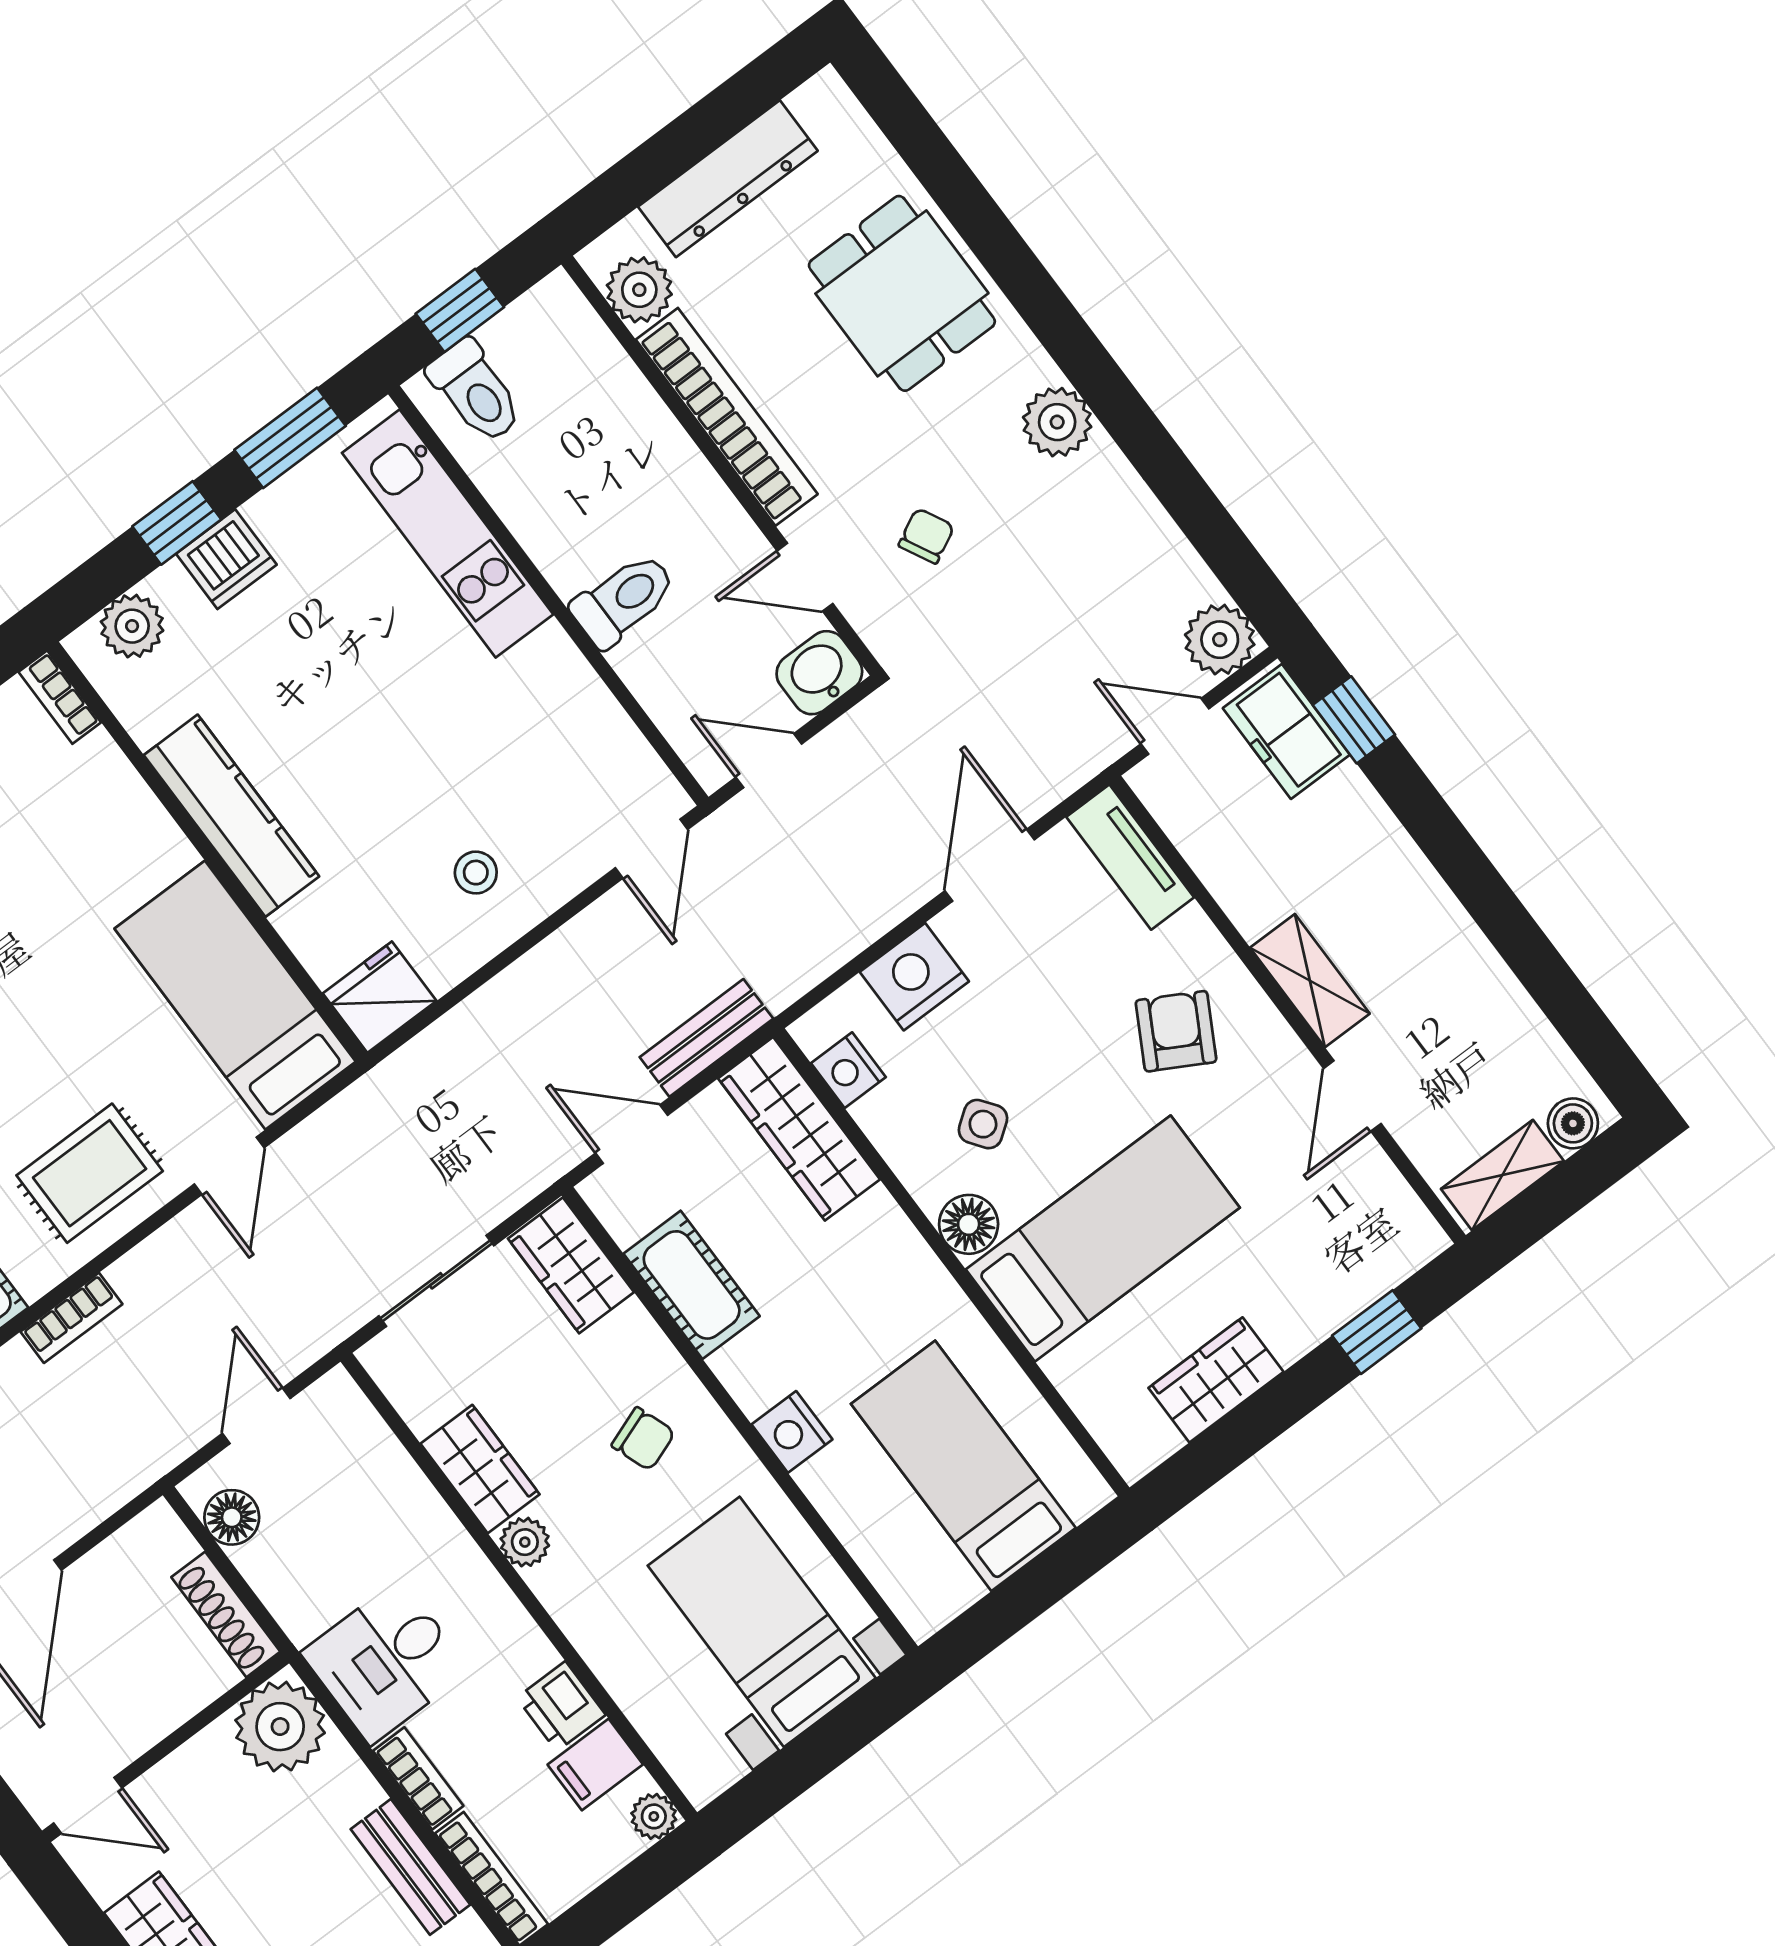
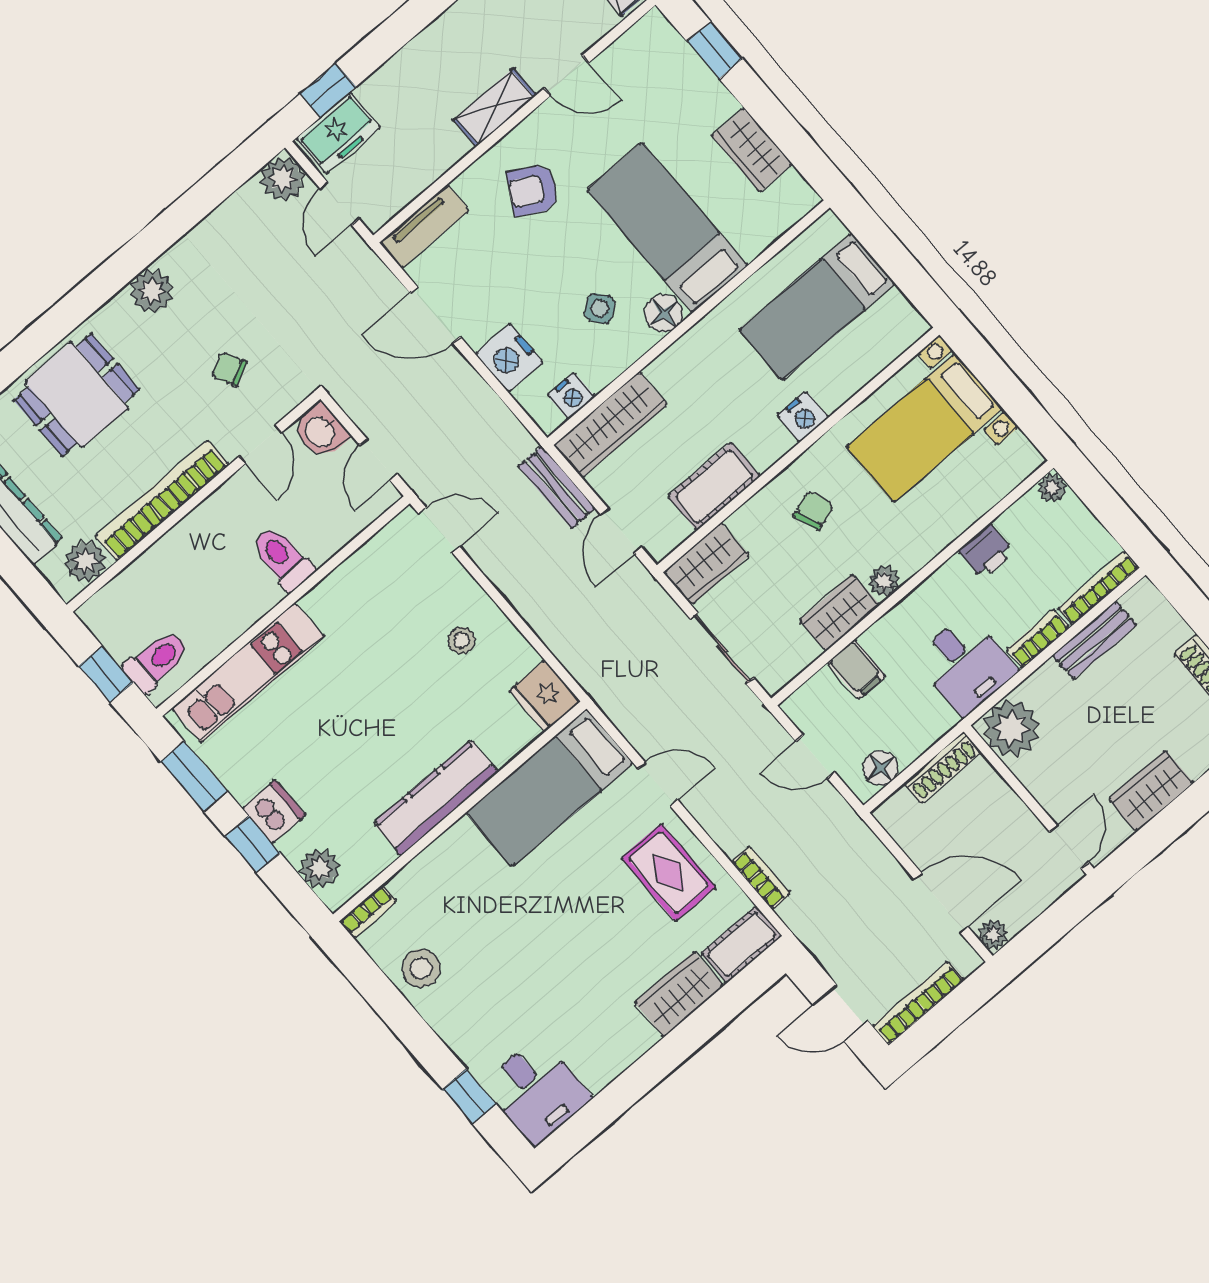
filing cabinet: (595, 1765) -> (857, 669), moved

